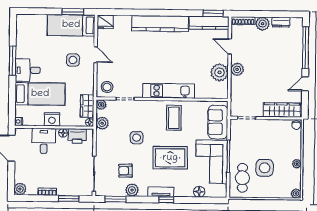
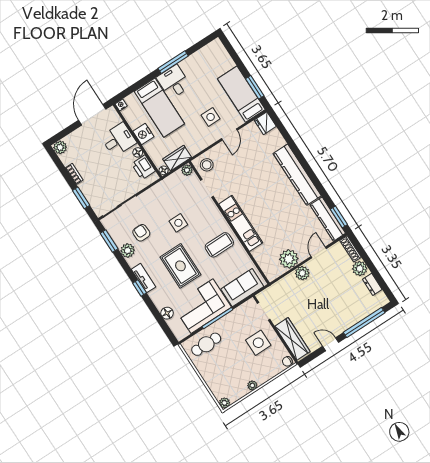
plant: (102, 123) -> (171, 182), removed
side table: (265, 168) -> (258, 343), moved

